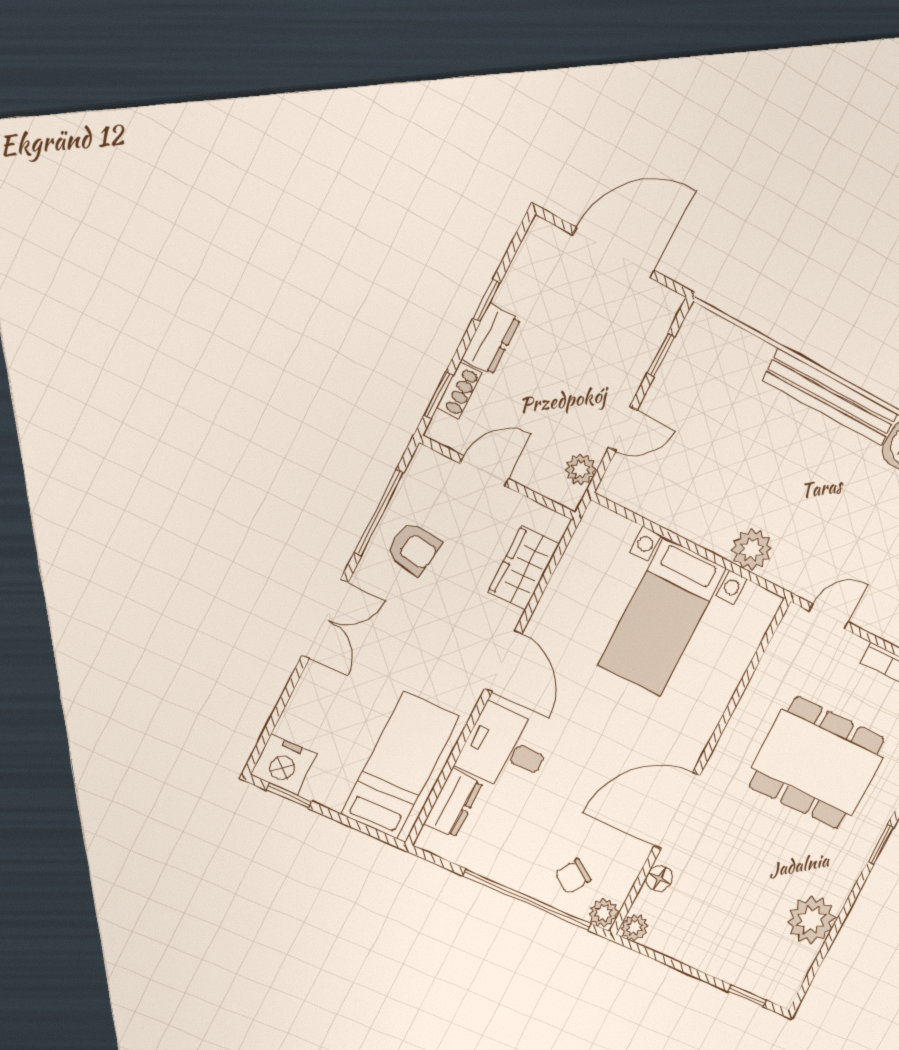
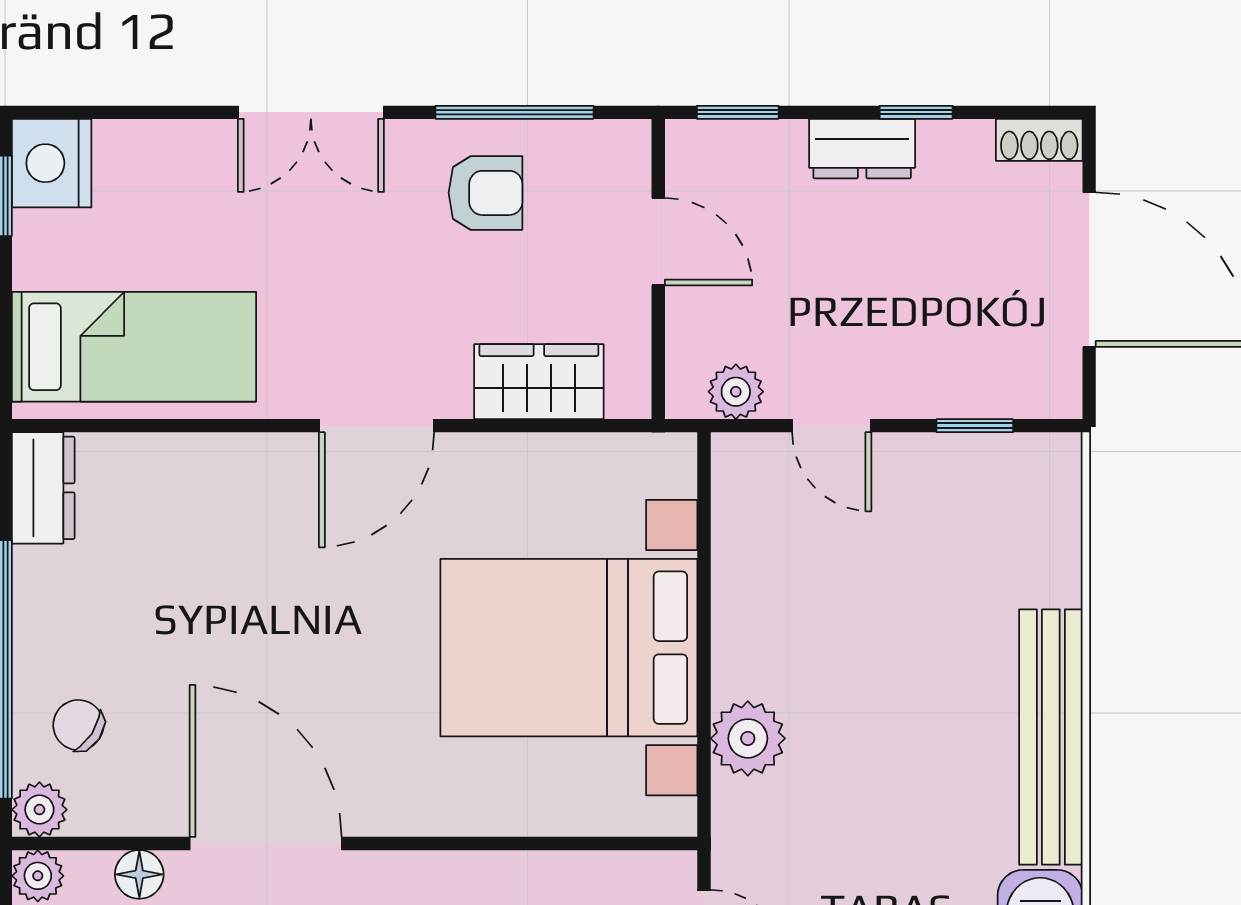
shoe rack: (459, 391) -> (1039, 140), moved
armchair: (413, 548) -> (485, 193), turned -98
bed with nightstands: (662, 617) -> (569, 648), width x1.36
desk: (505, 749) -> (237, 503), removed
dresser: (453, 803) -> (43, 488), moved, turned -90

